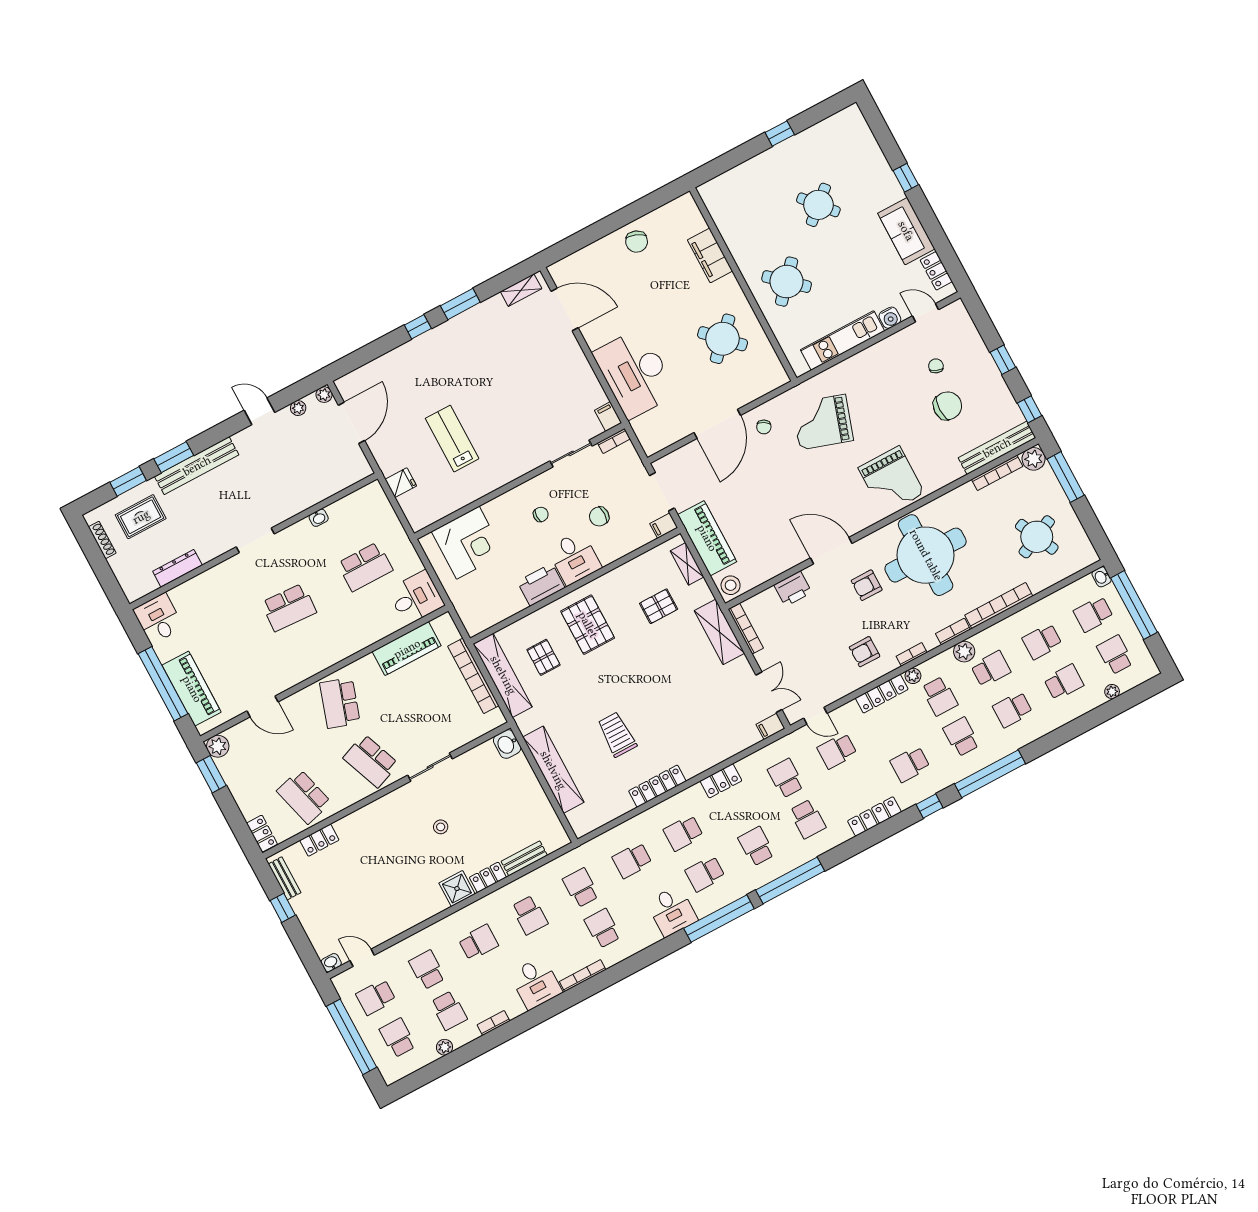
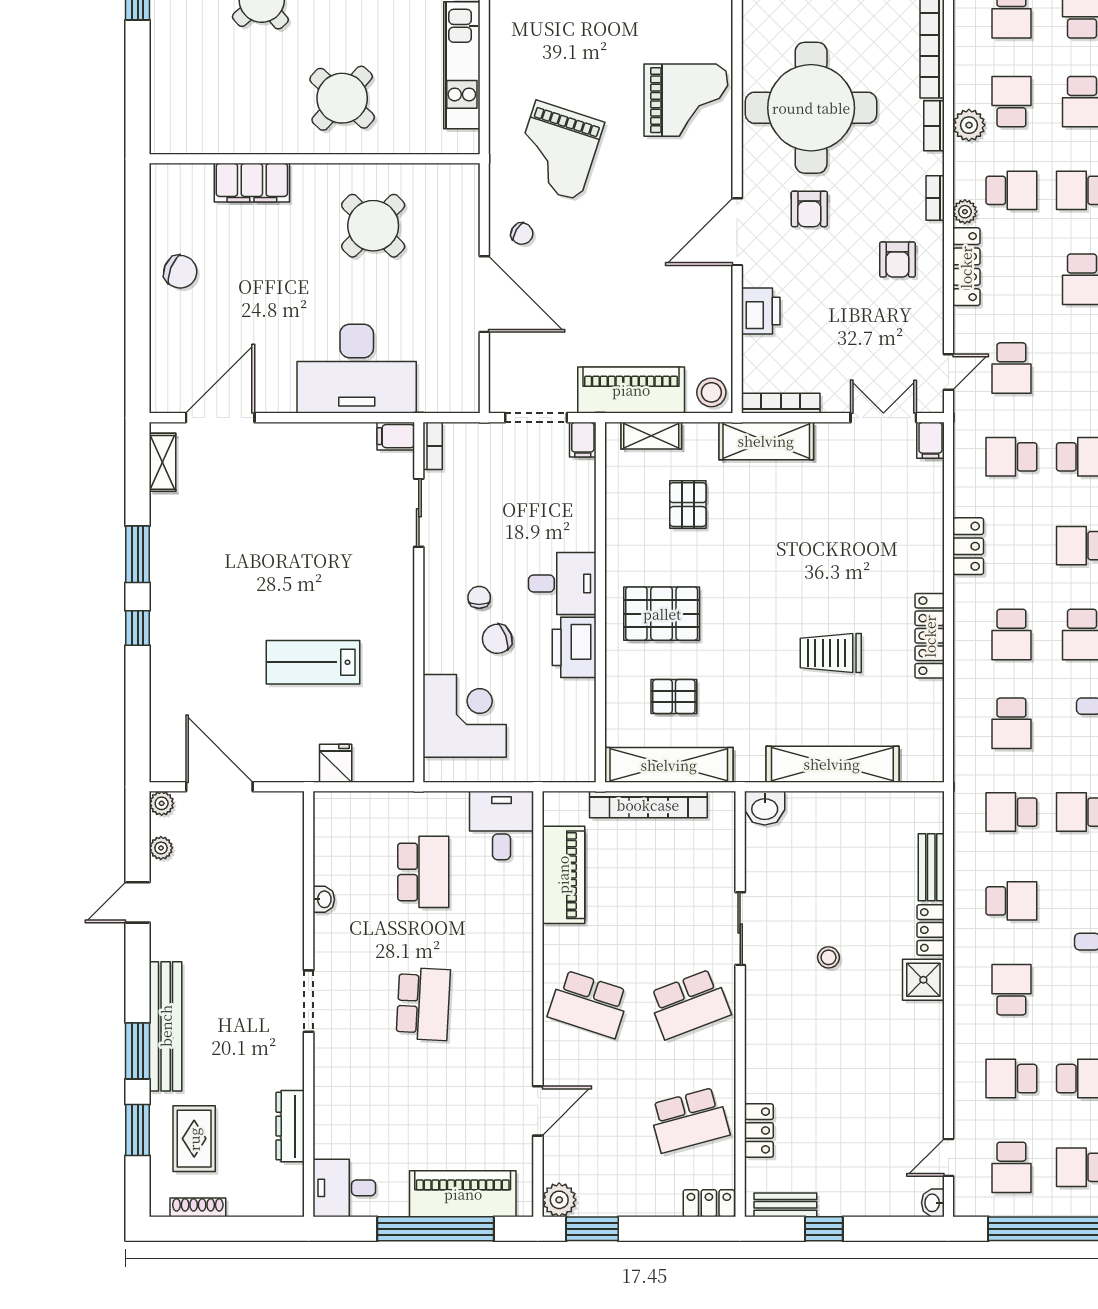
chair: (599, 516) -> (497, 639), moved, turned 70

